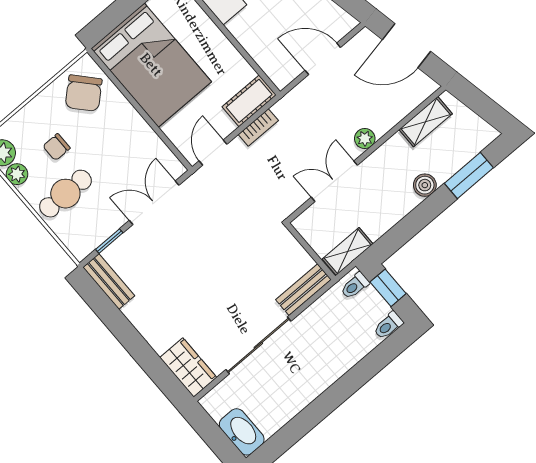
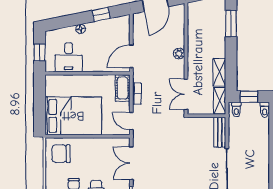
door: (323, 59) -> (131, 56), moved
chair: (84, 93) -> (61, 154), turned 132
shelving: (426, 122) -> (219, 72), moved
double door: (334, 181) -> (186, 94), moved
boiler: (425, 185) -> (219, 45), removed

